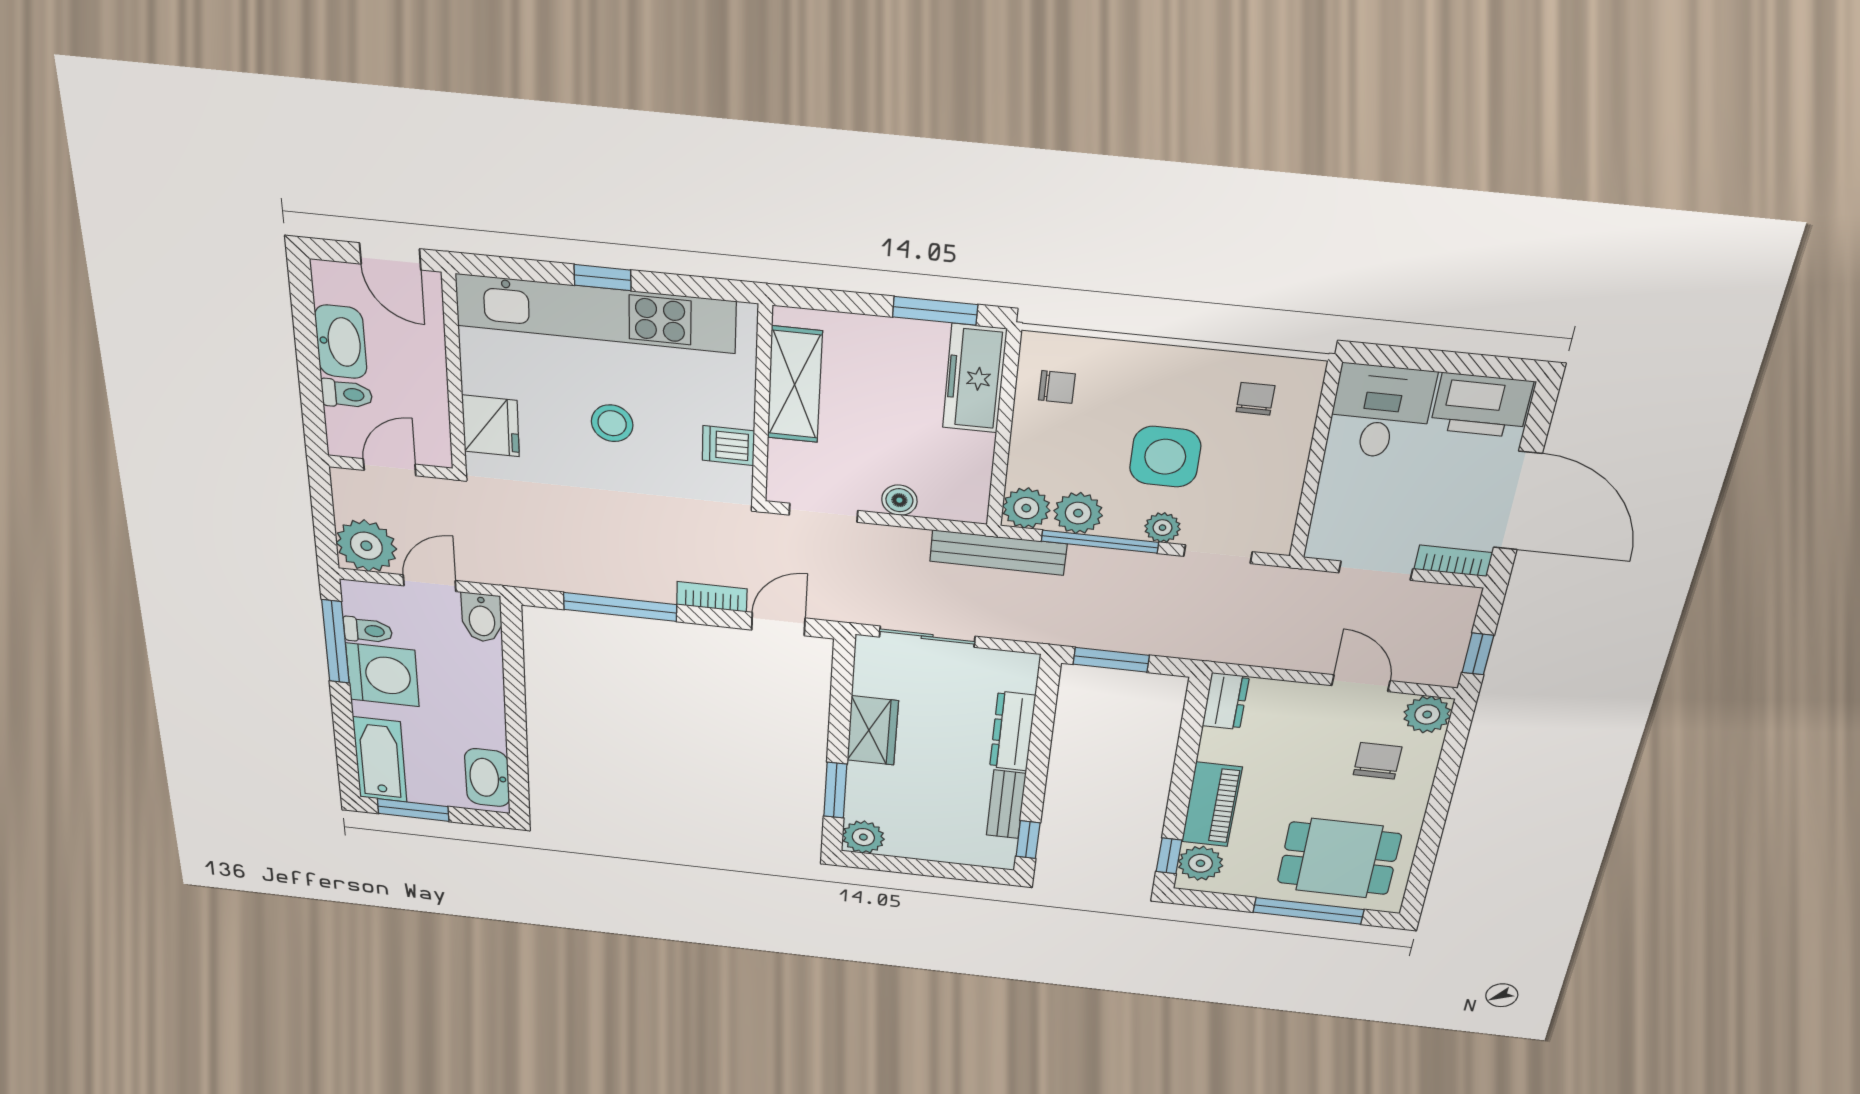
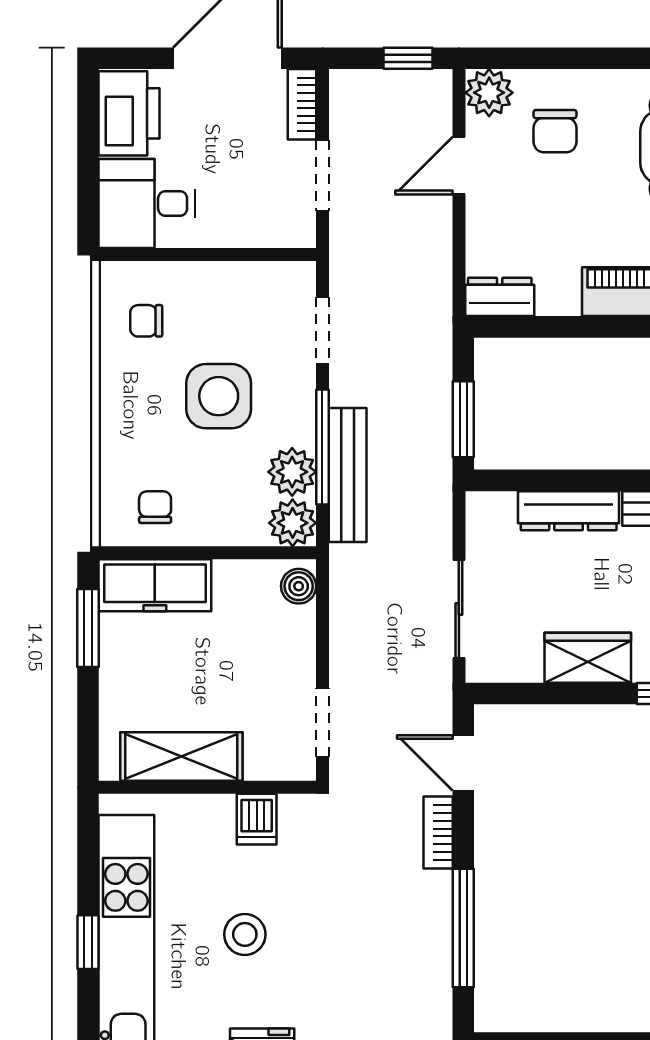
boiler: (899, 500) -> (299, 586), moved
plant: (1163, 528) -> (299, 388), removed
bench: (998, 553) -> (348, 475), moved
chair: (1378, 761) -> (555, 131), turned -90

